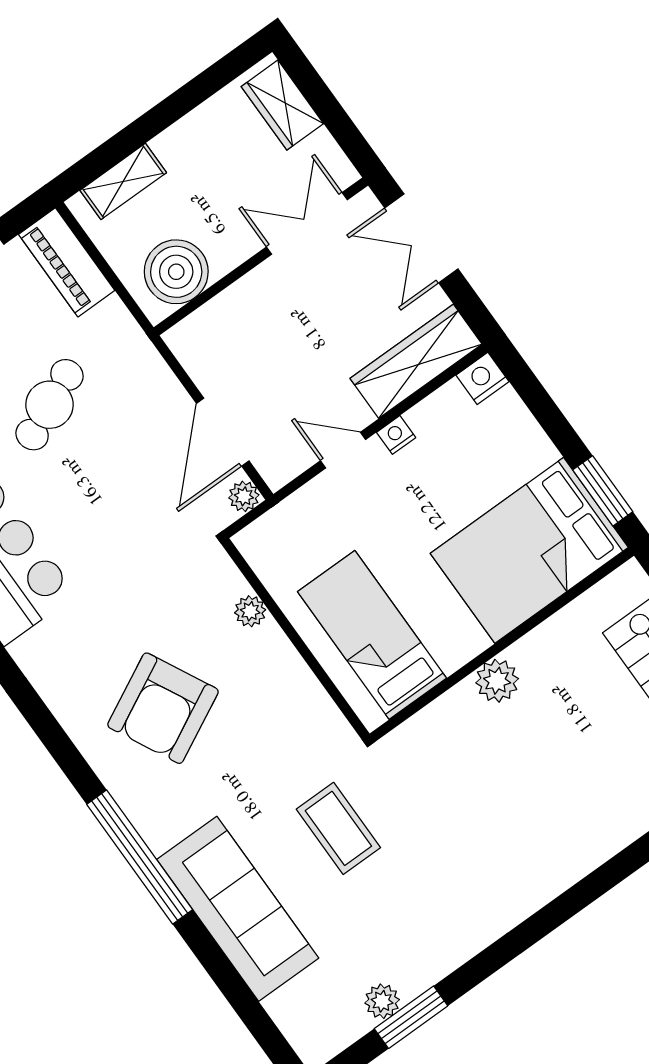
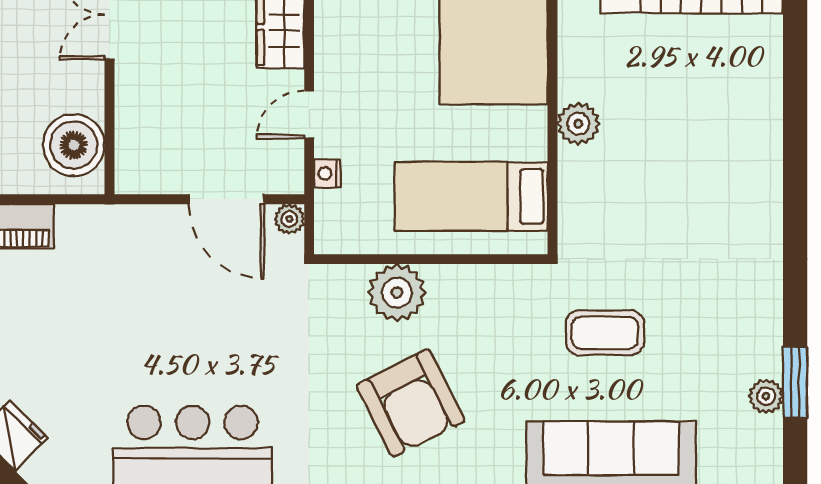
cafe table: (49, 405) -> (107, 320), removed
nightstand: (396, 435) -> (327, 173), moved
plant: (250, 611) -> (397, 293), width x1.87, depth x1.87

